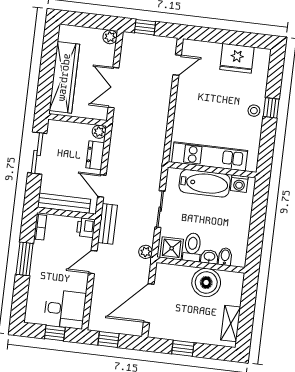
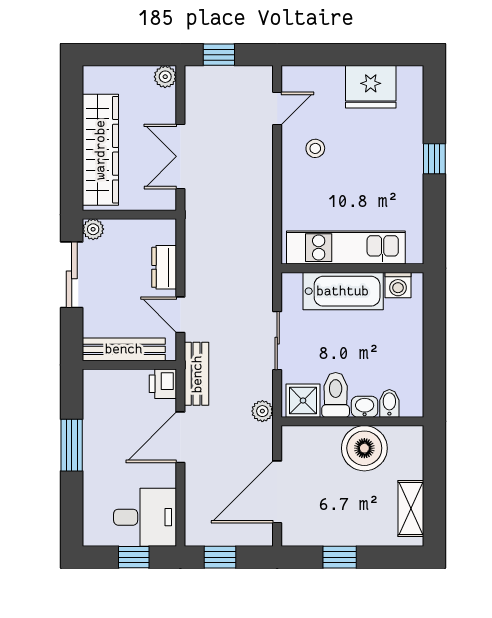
stool: (254, 111) -> (315, 148), moved
plant: (99, 132) -> (93, 229), moved
bookcase: (40, 227) -> (90, 392), removed
door: (93, 262) -> (180, 437), width x1.38

